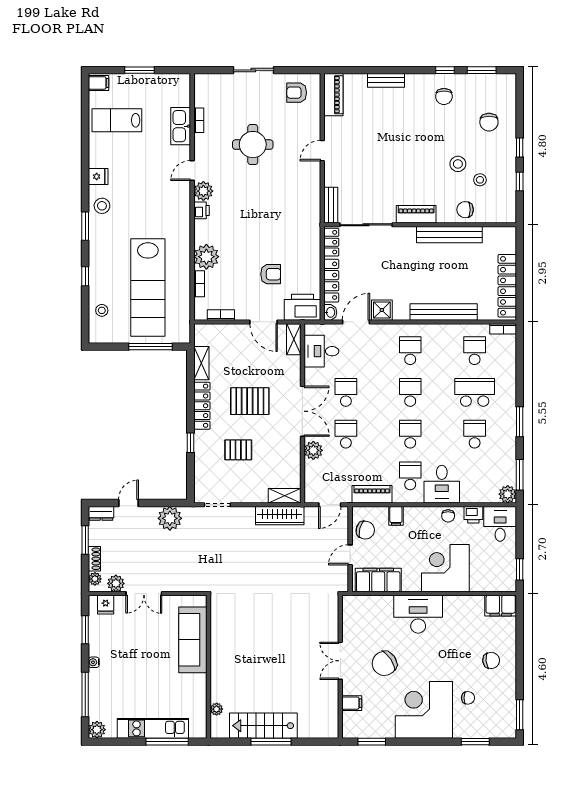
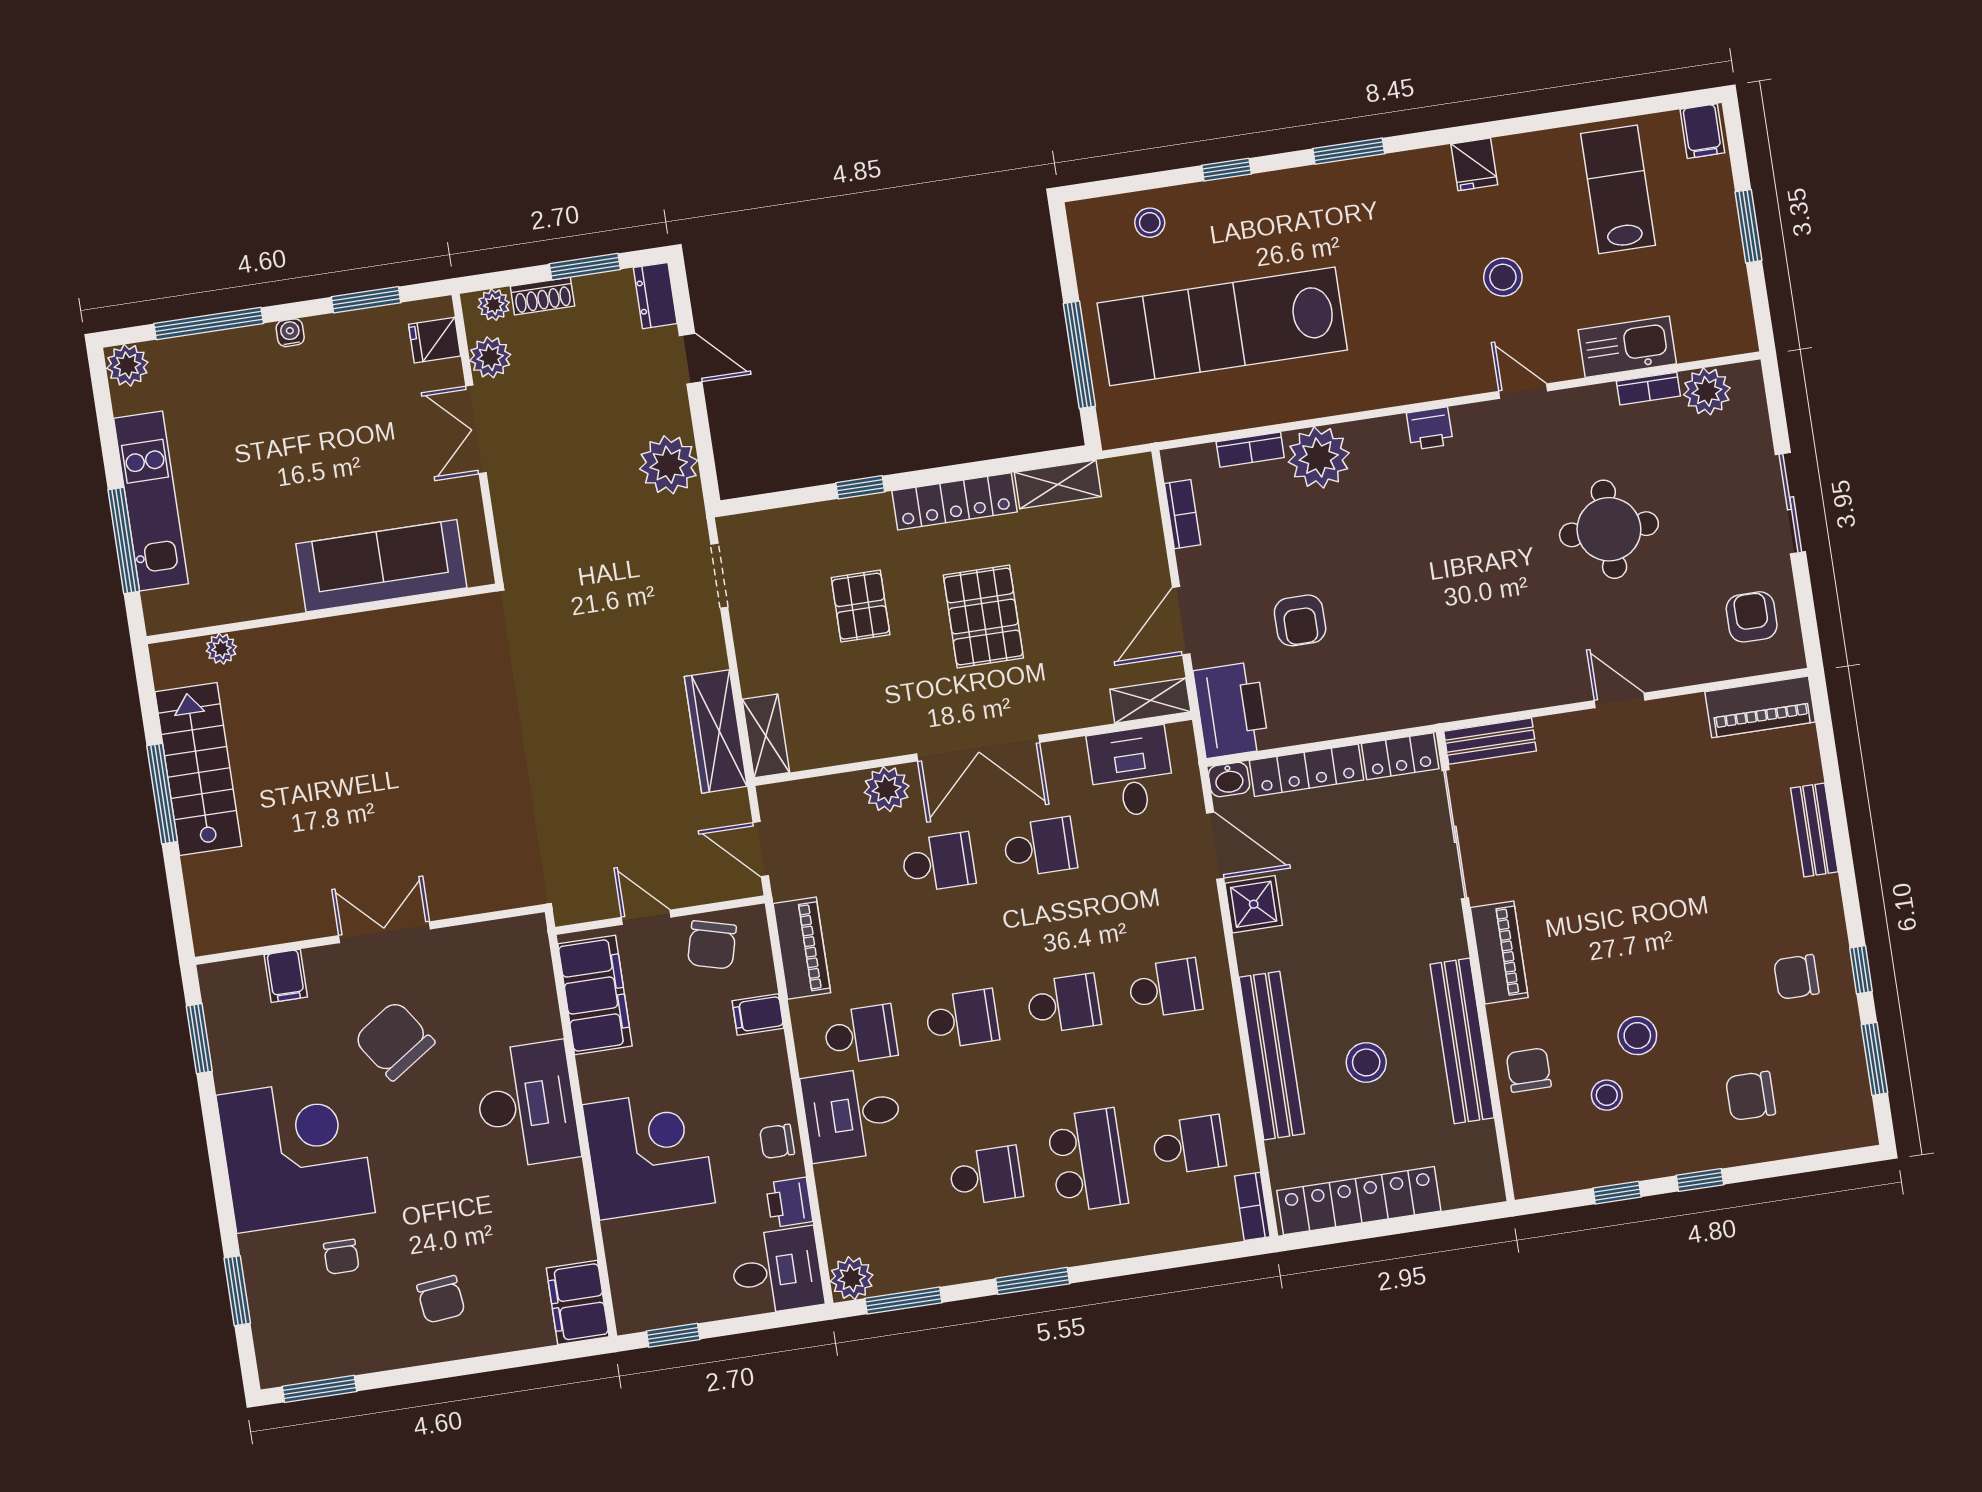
plant: (203, 191) -> (1707, 391), moved
stool: (102, 206) -> (1503, 277), moved
stool: (452, 274) -> (1366, 1062), added

